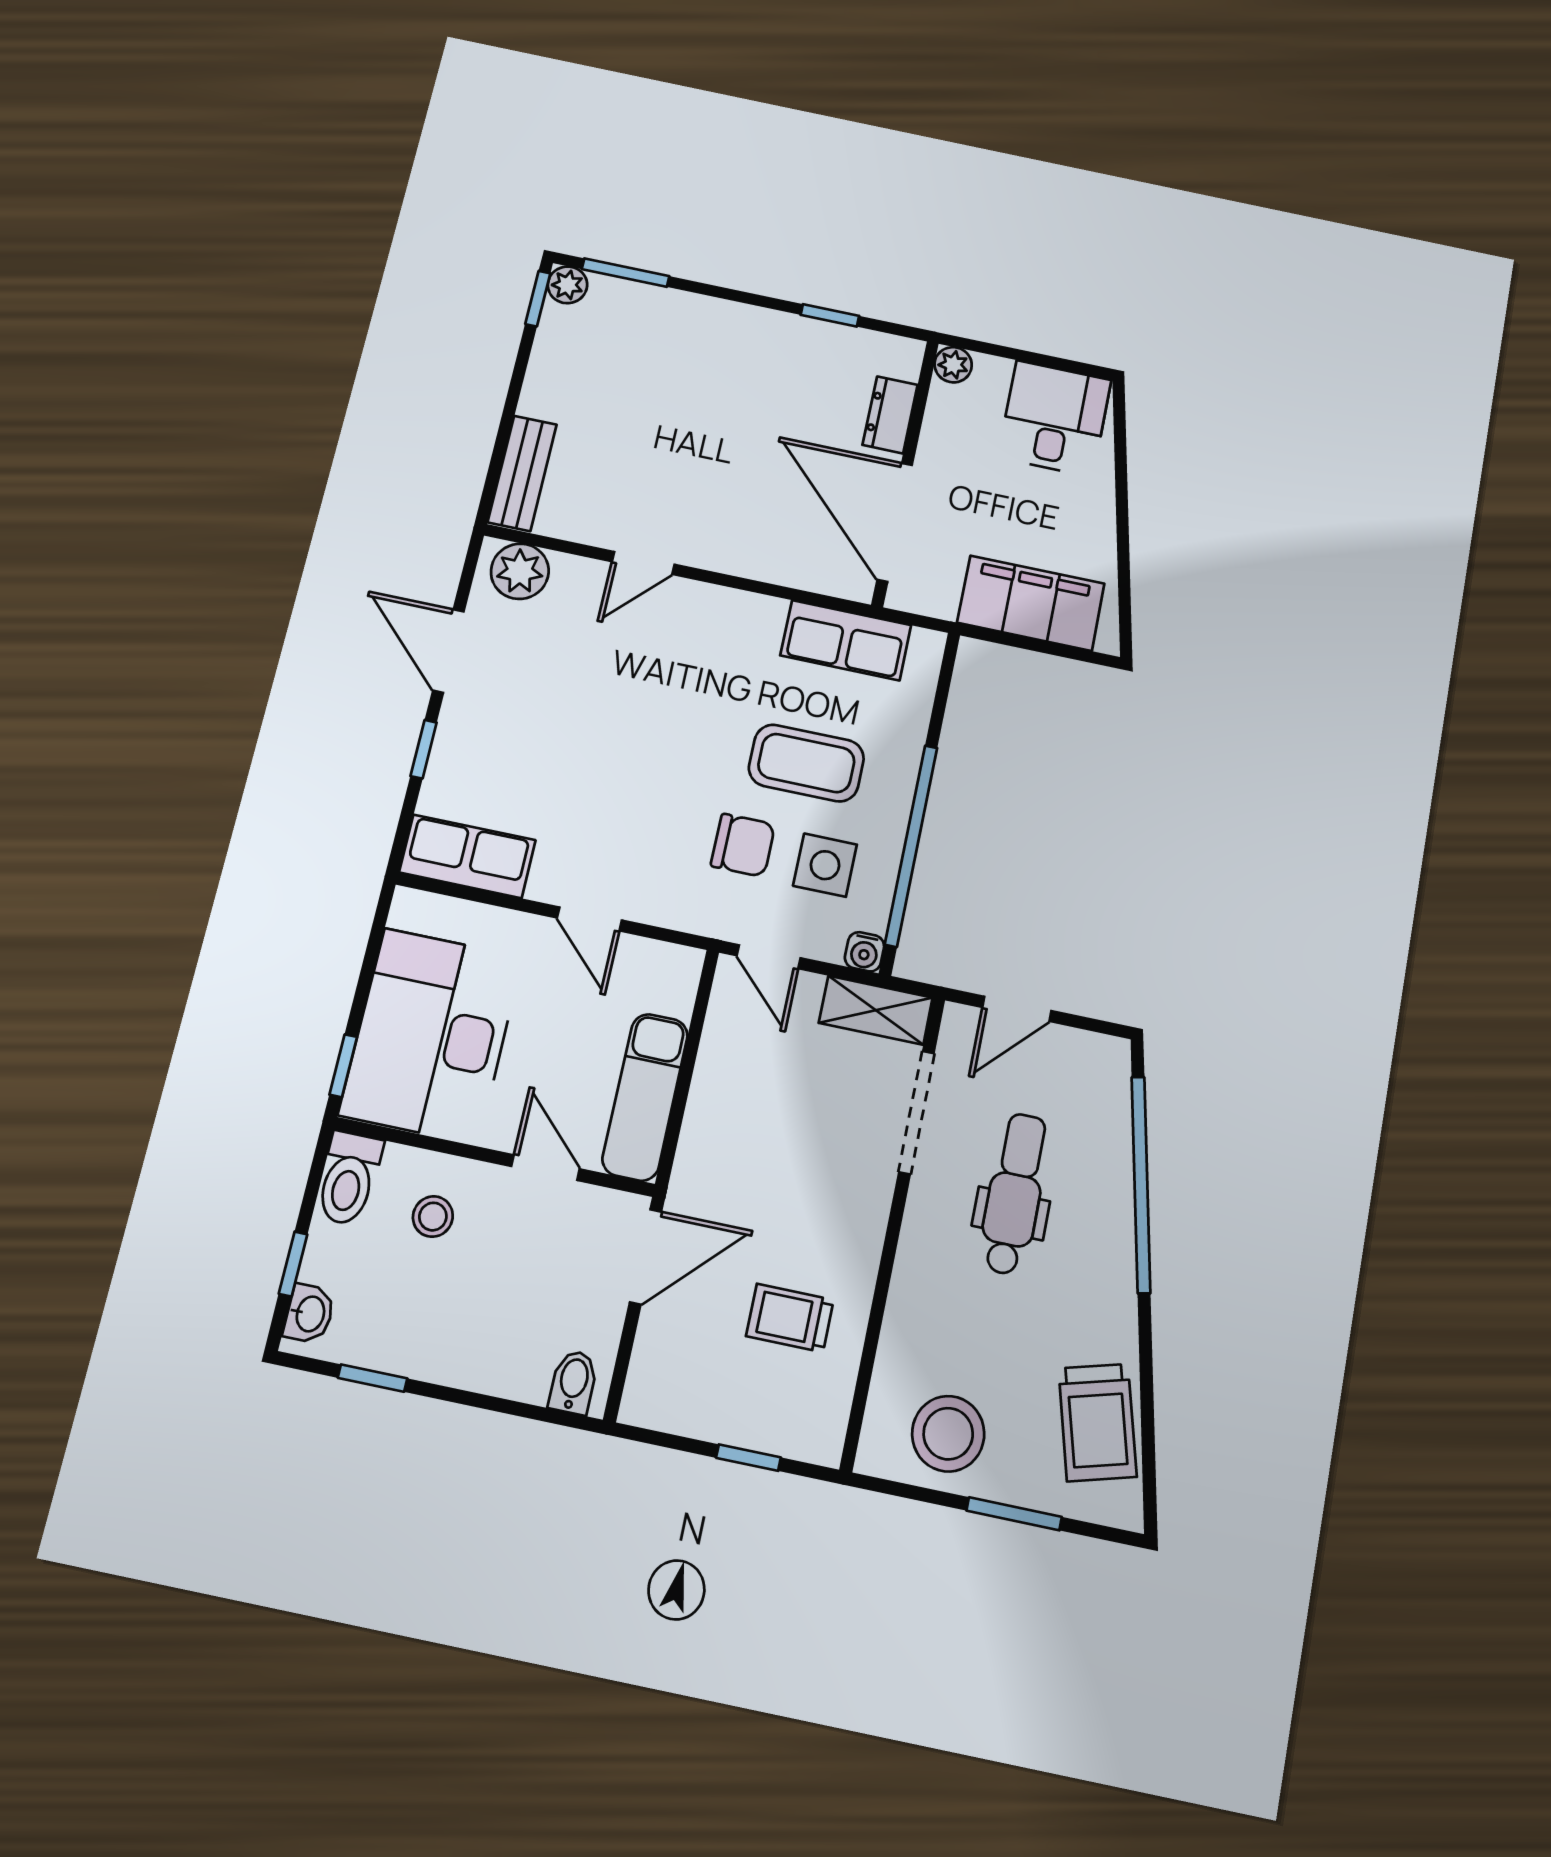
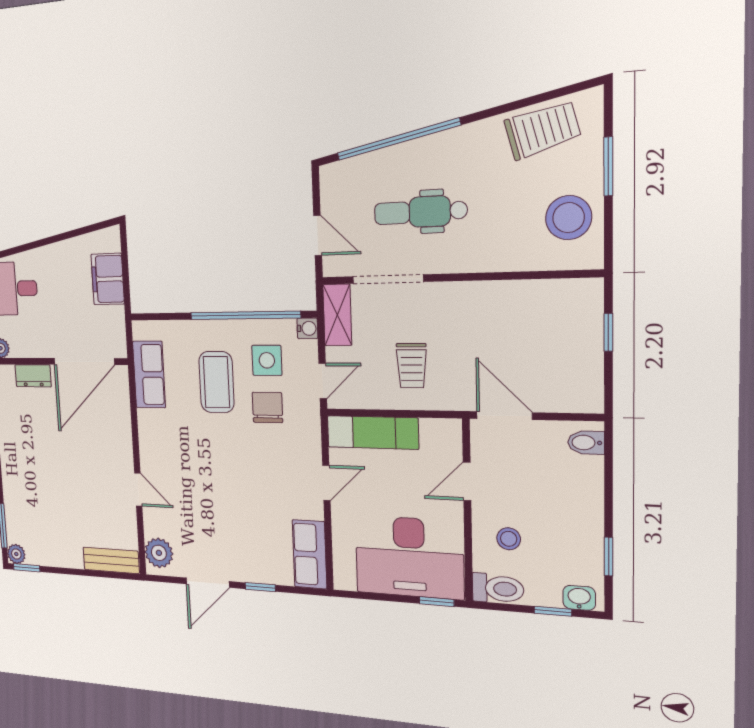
filing cabinet: (1031, 603) -> (108, 279), width x0.67, depth x0.86
exam couch: (645, 1097) -> (373, 432), moved
trolley: (790, 1318) -> (412, 366), moved

